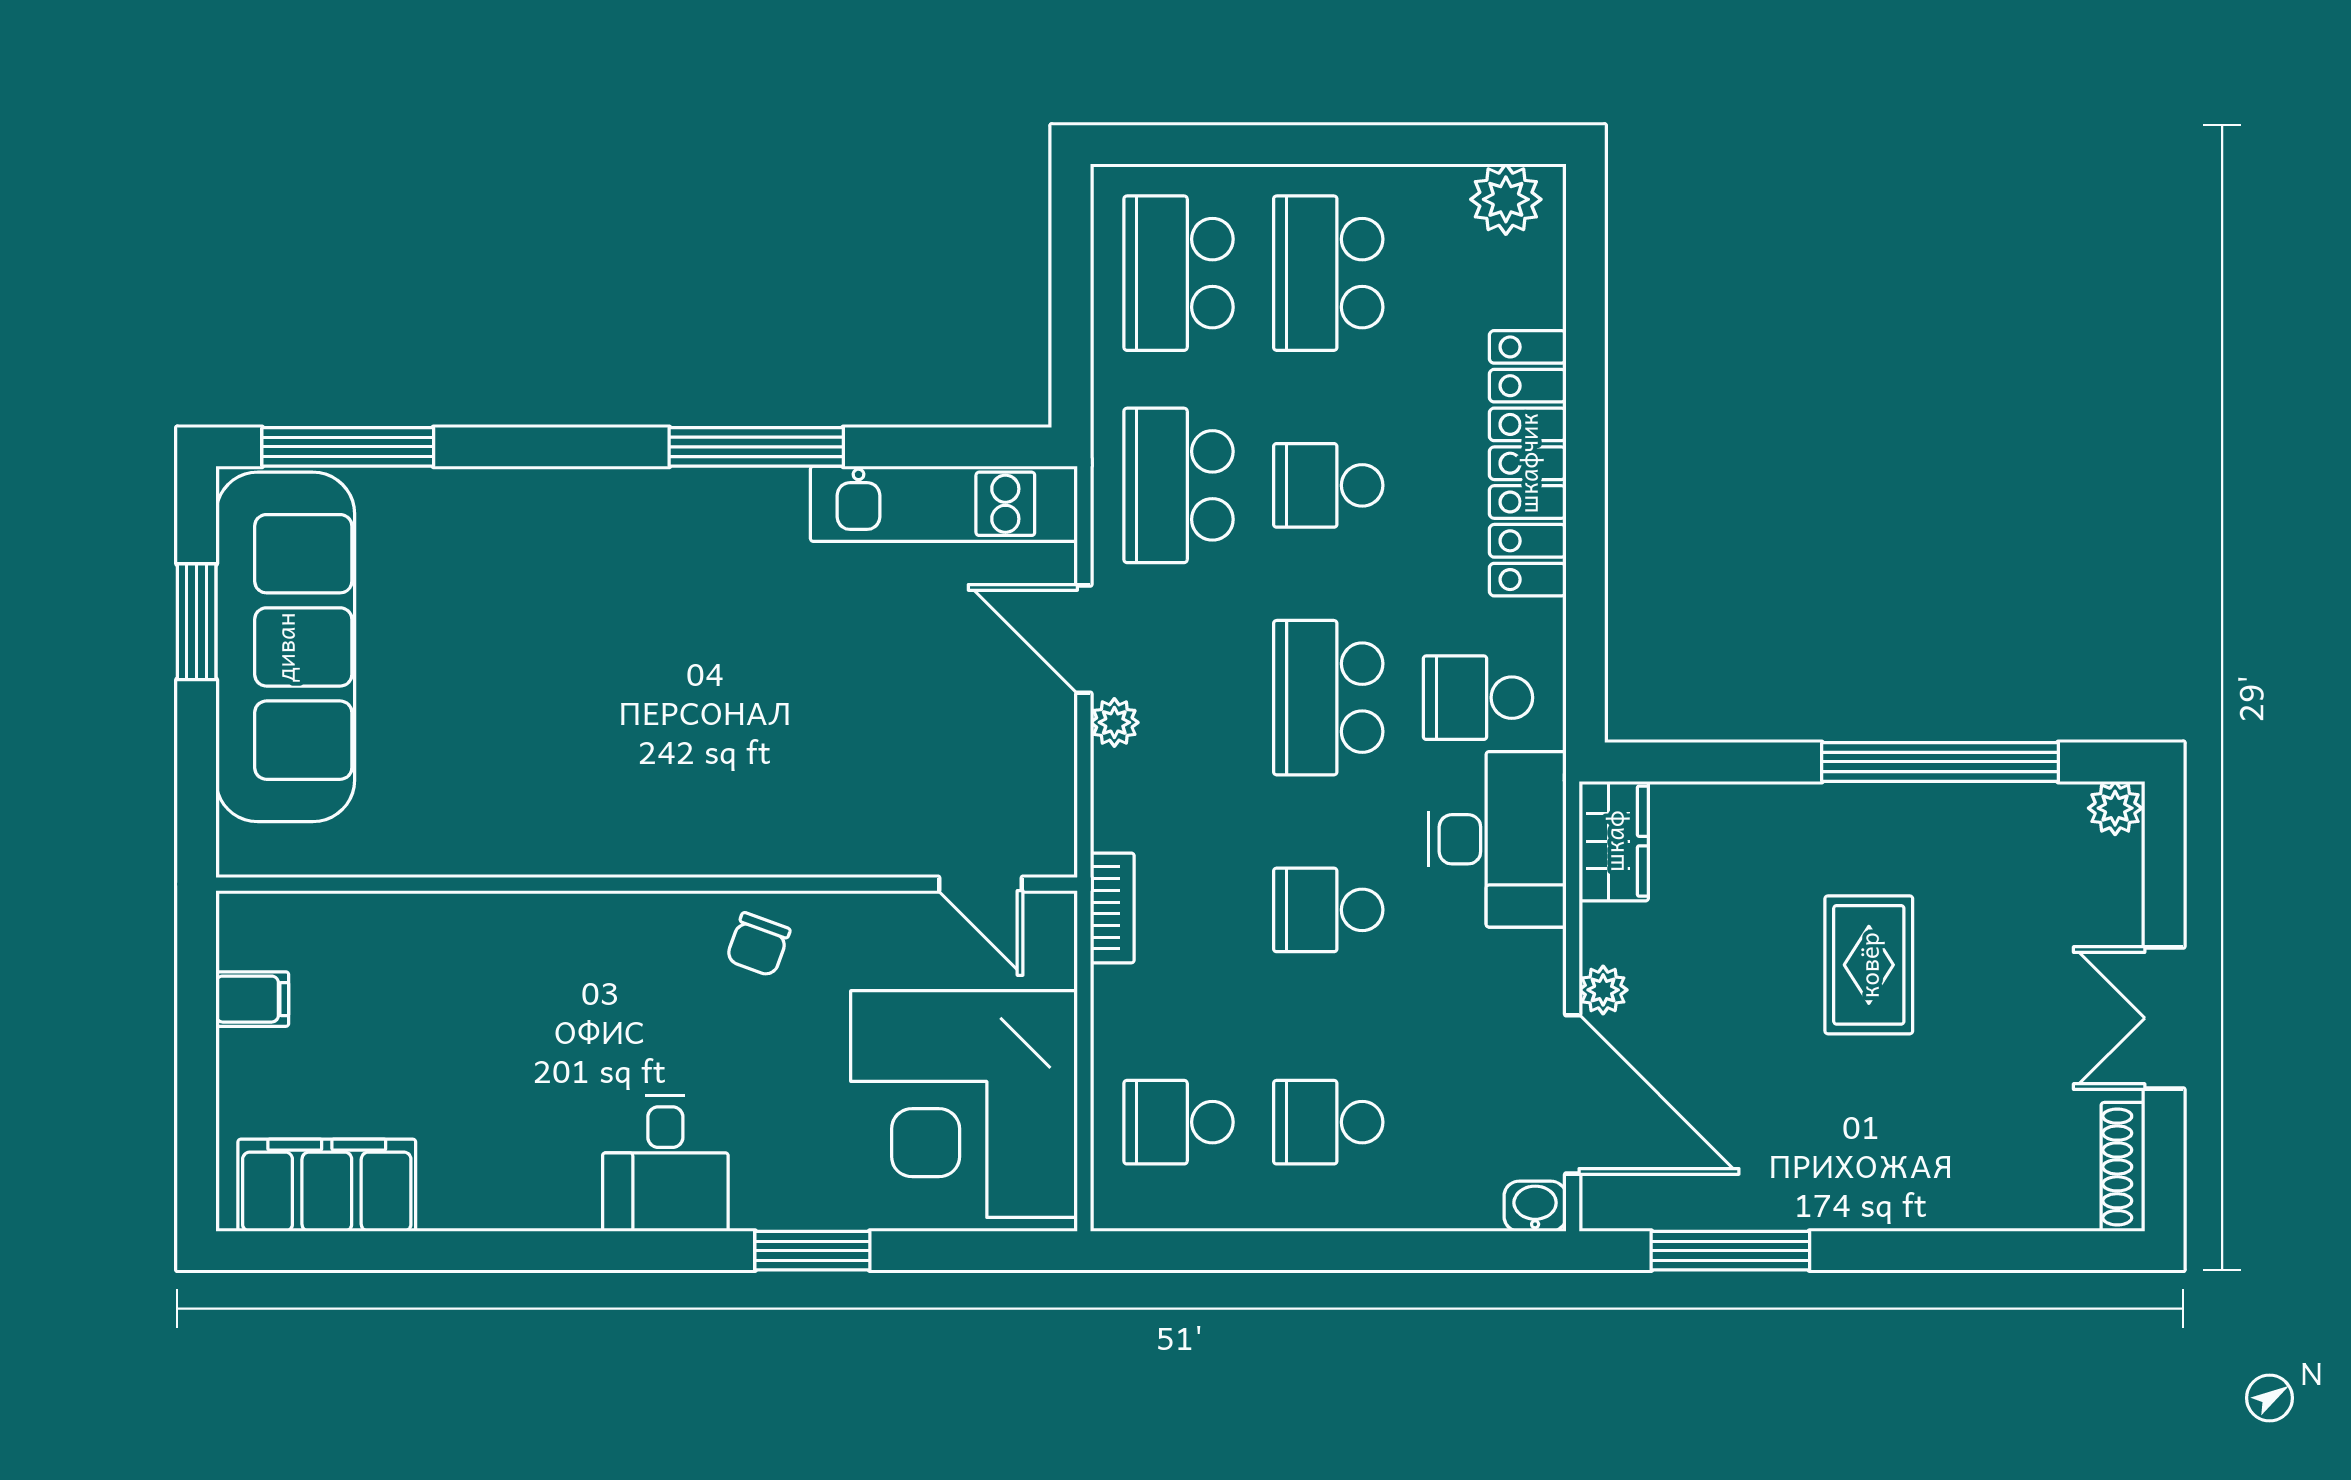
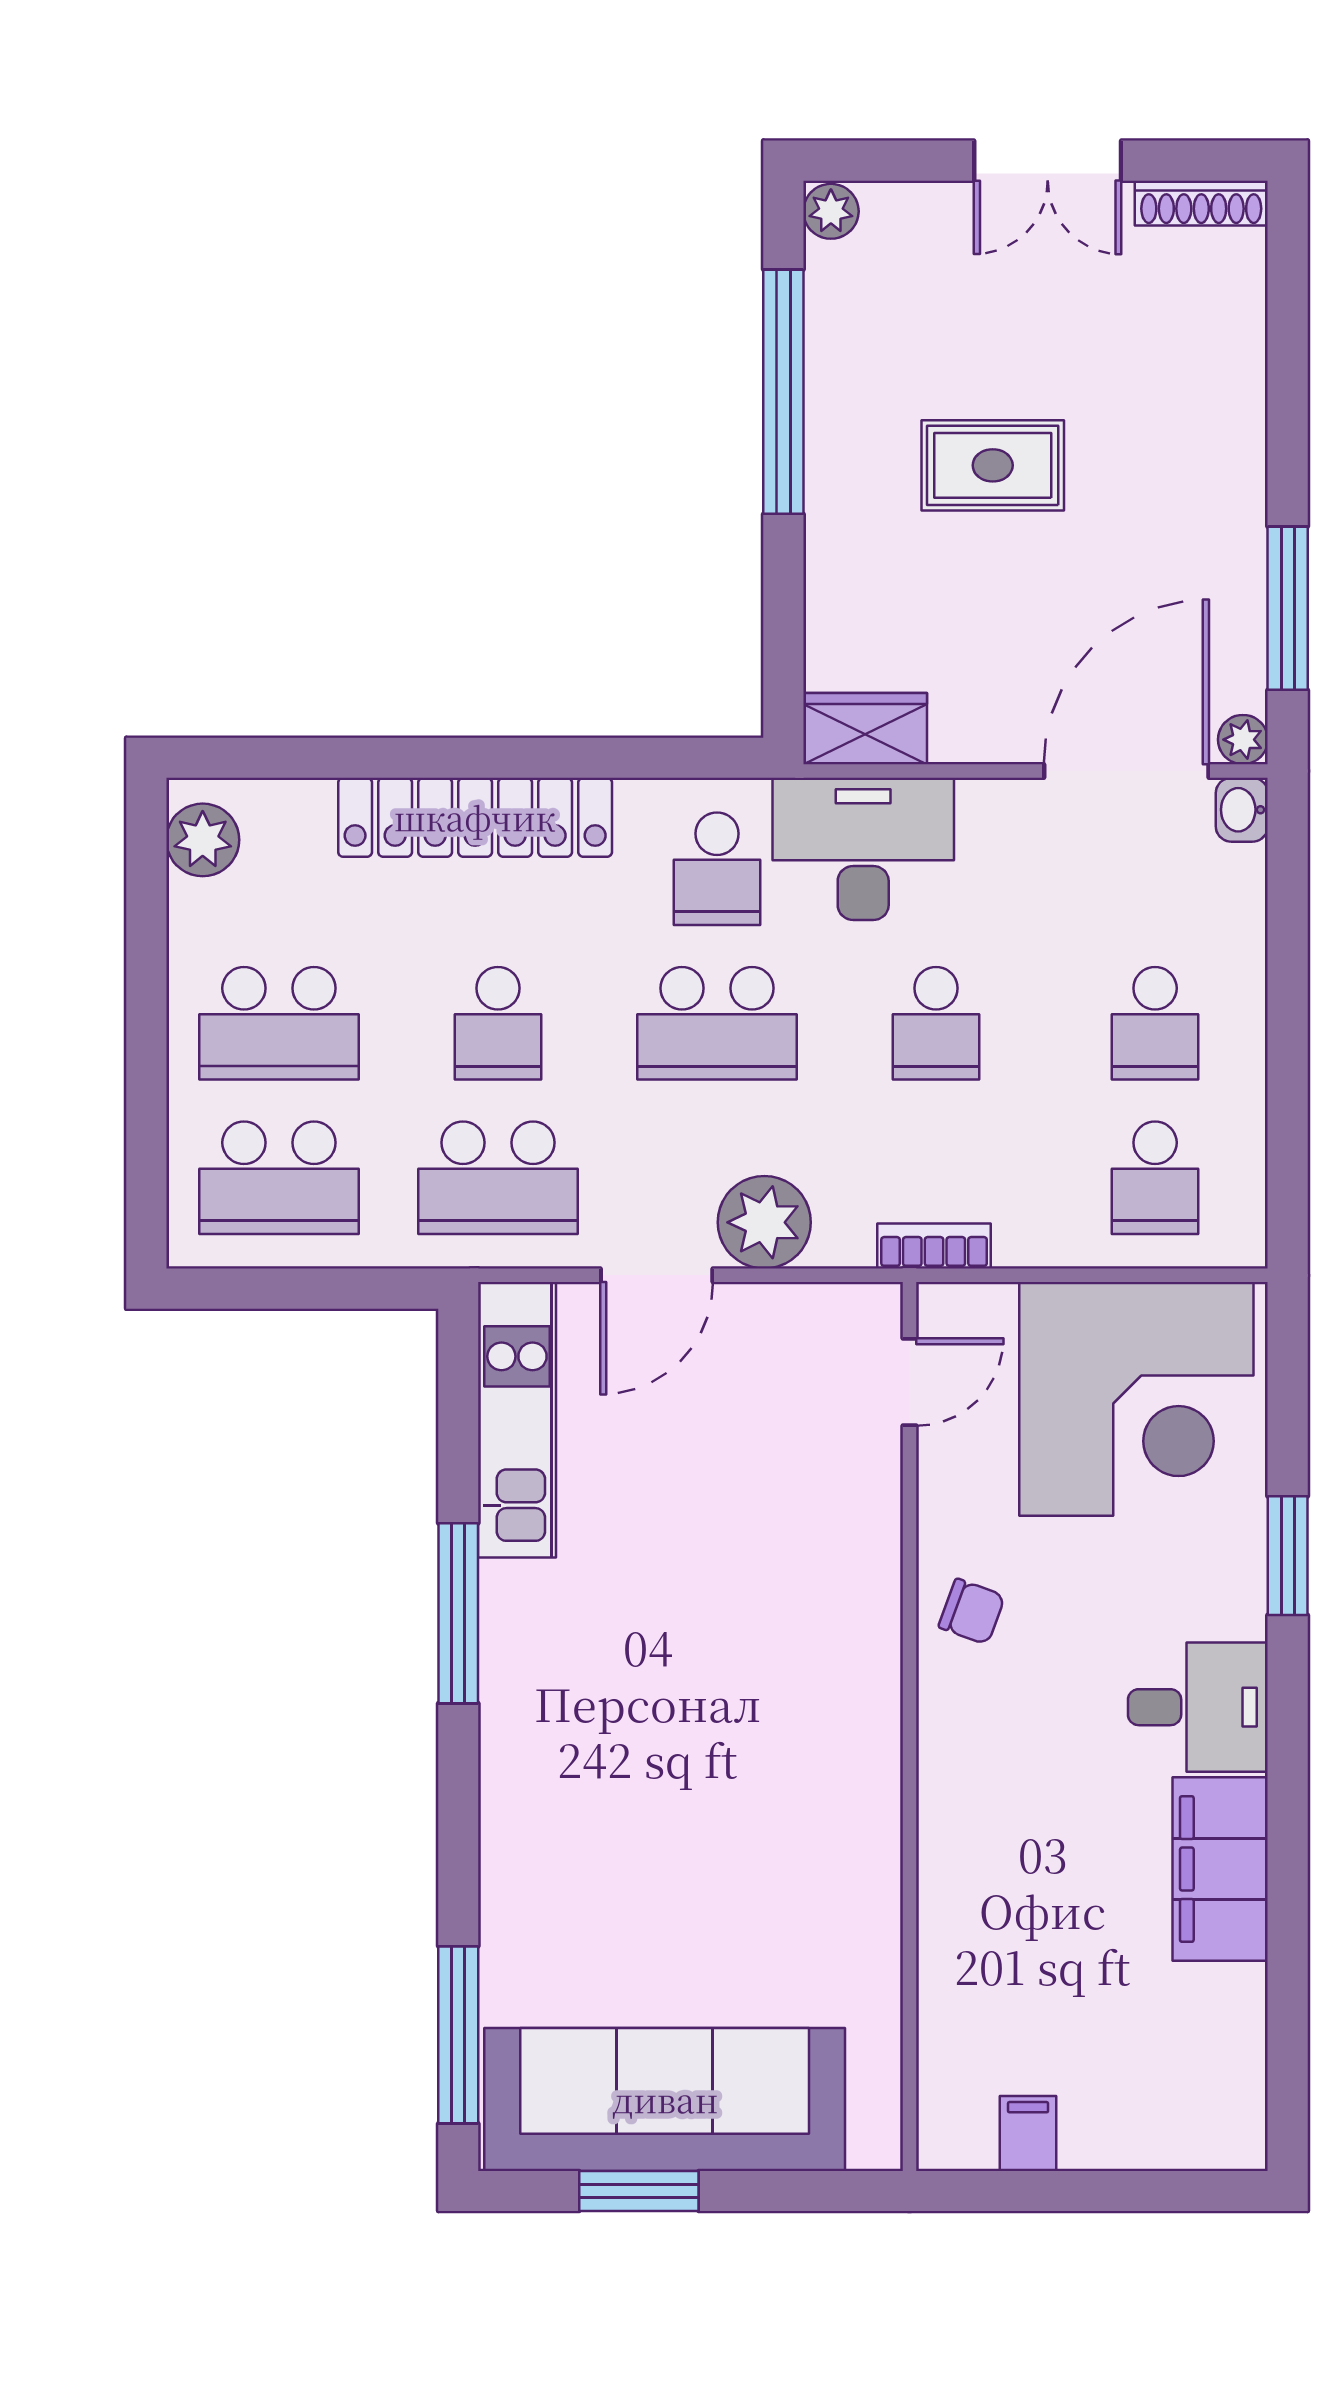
plant: (1114, 722) -> (764, 1222), width x1.88, depth x1.88
plant: (1603, 990) -> (1243, 740), moved
filing cabinet: (327, 1185) -> (1220, 1869), moved

